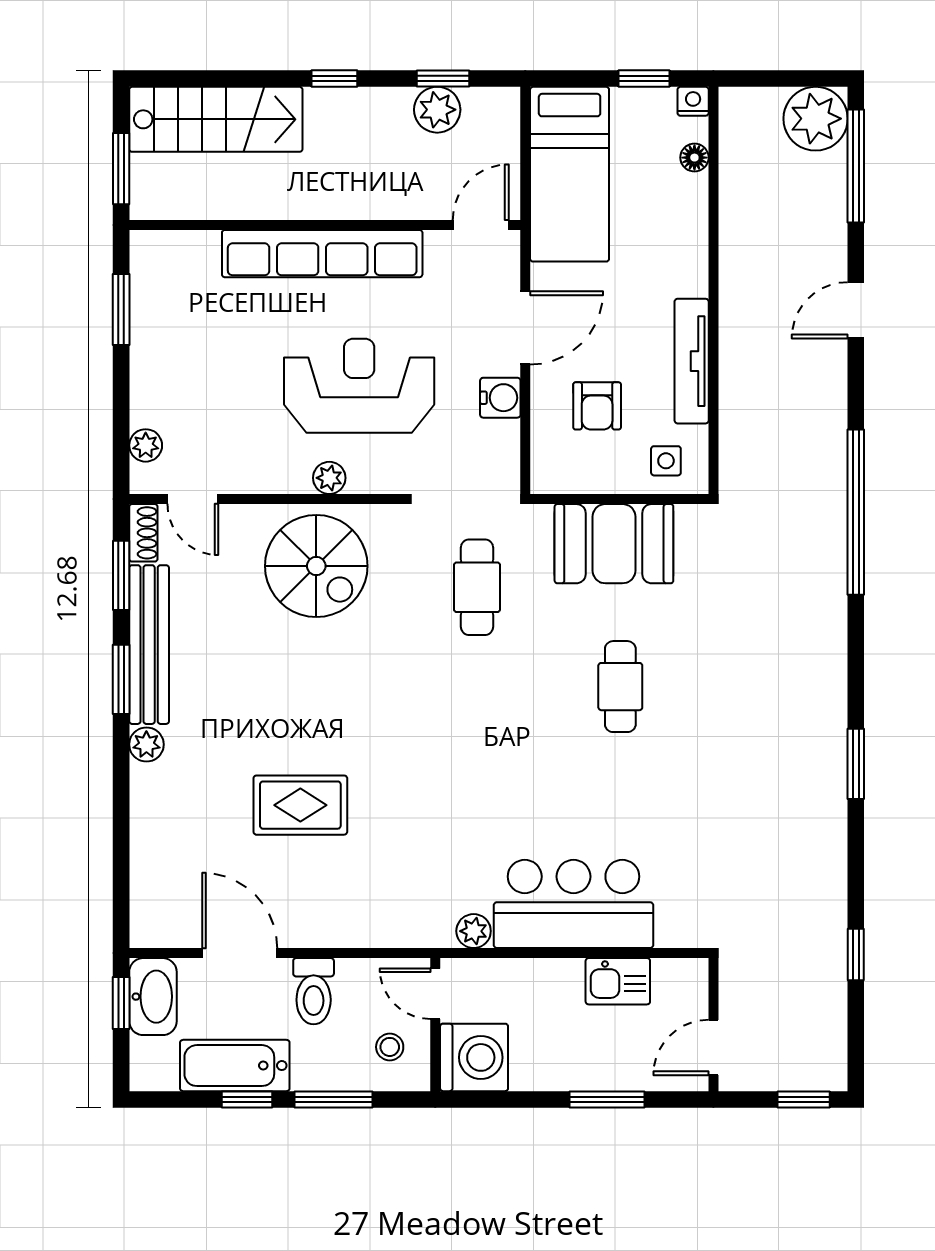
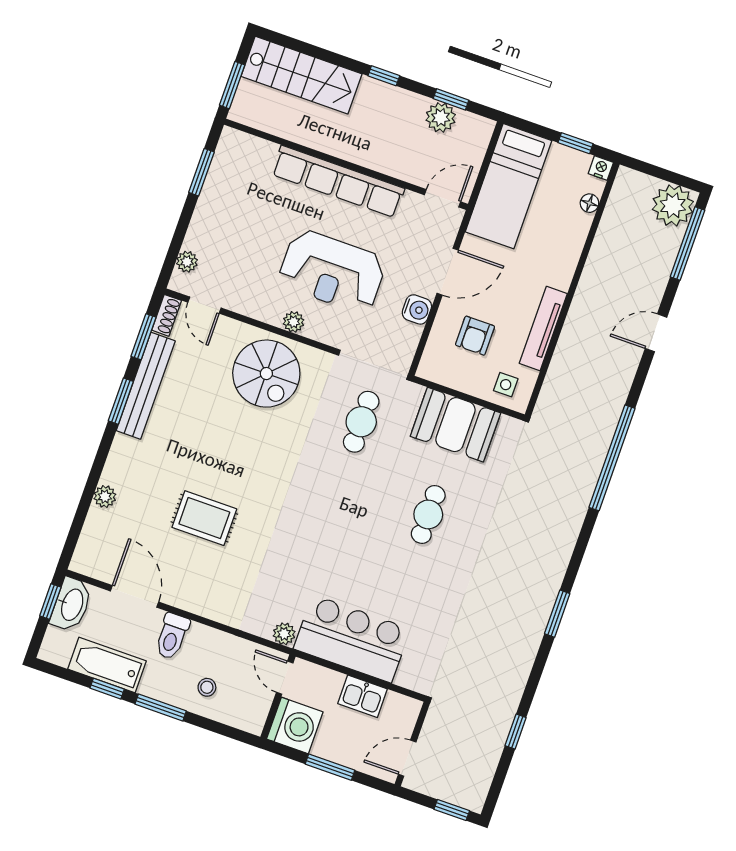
reception desk: (359, 386) -> (332, 271), turned 180
plant: (146, 744) -> (105, 497), moved
door: (435, 994) -> (285, 678), moved
wall: (435, 1025) -> (278, 697), moved
washing machine: (474, 1057) -> (295, 726), moved

